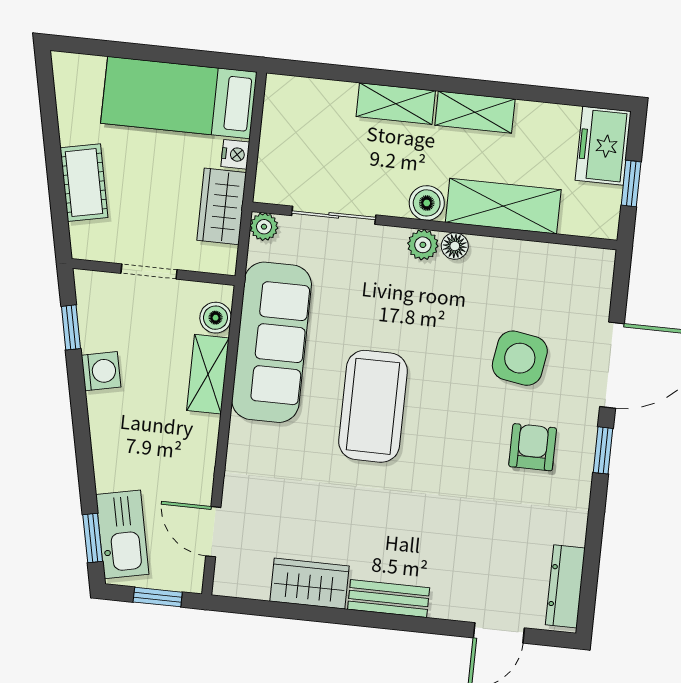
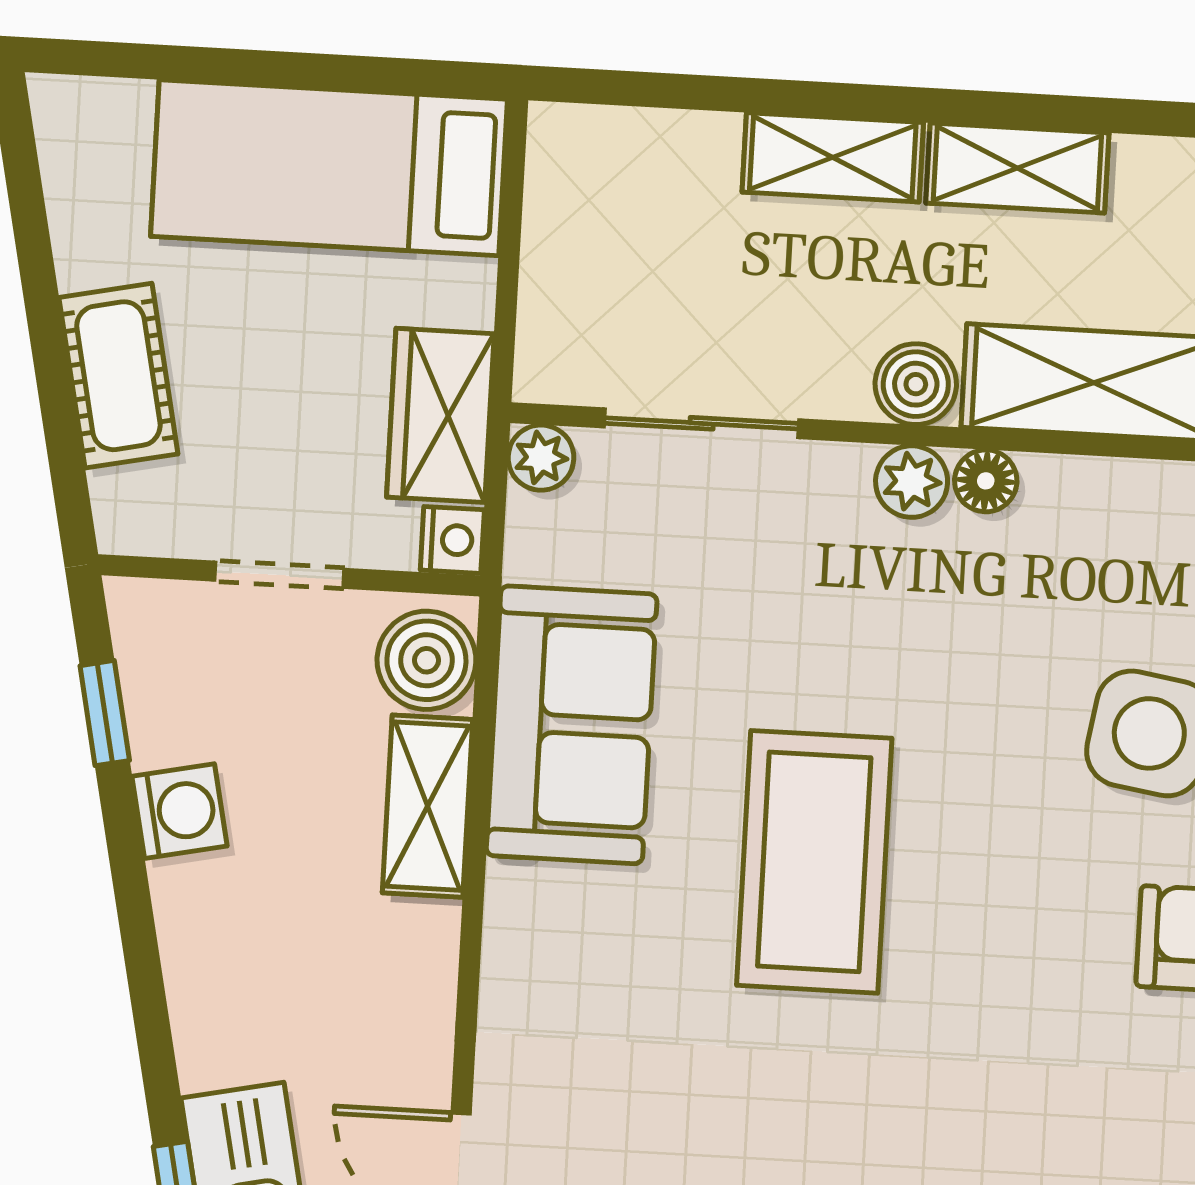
nightstand: (235, 154) -> (452, 540), moved
boiler: (216, 318) -> (426, 660), width x1.36, depth x1.36
sofa: (272, 342) -> (572, 725), width x0.73

